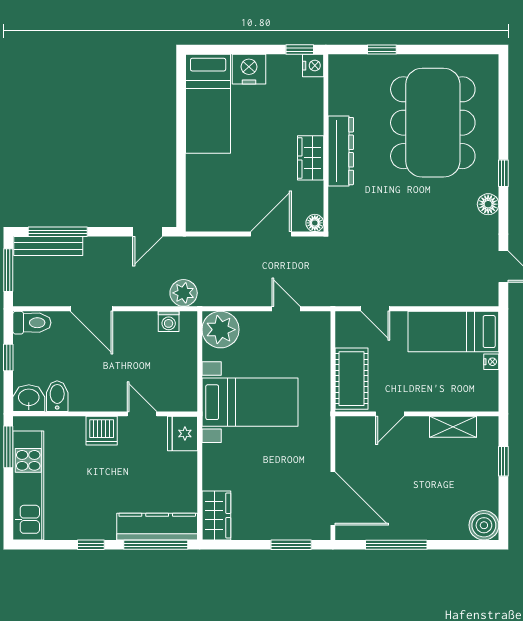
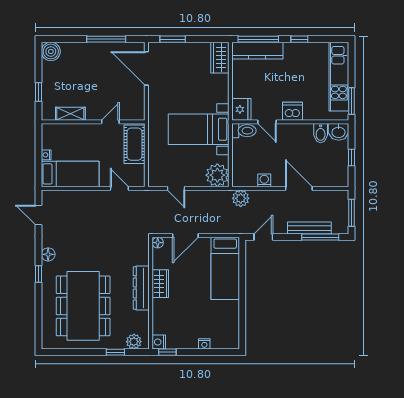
plant: (353, 66) -> (134, 342), added
nightstand: (249, 69) -> (204, 344), width x0.53, depth x0.56
bed: (208, 104) -> (225, 268), moved, turned 180
bench: (48, 246) -> (309, 228), moved
washing machine: (169, 321) -> (264, 180), moved
toilet: (32, 323) -> (244, 131), moved, turned 180

